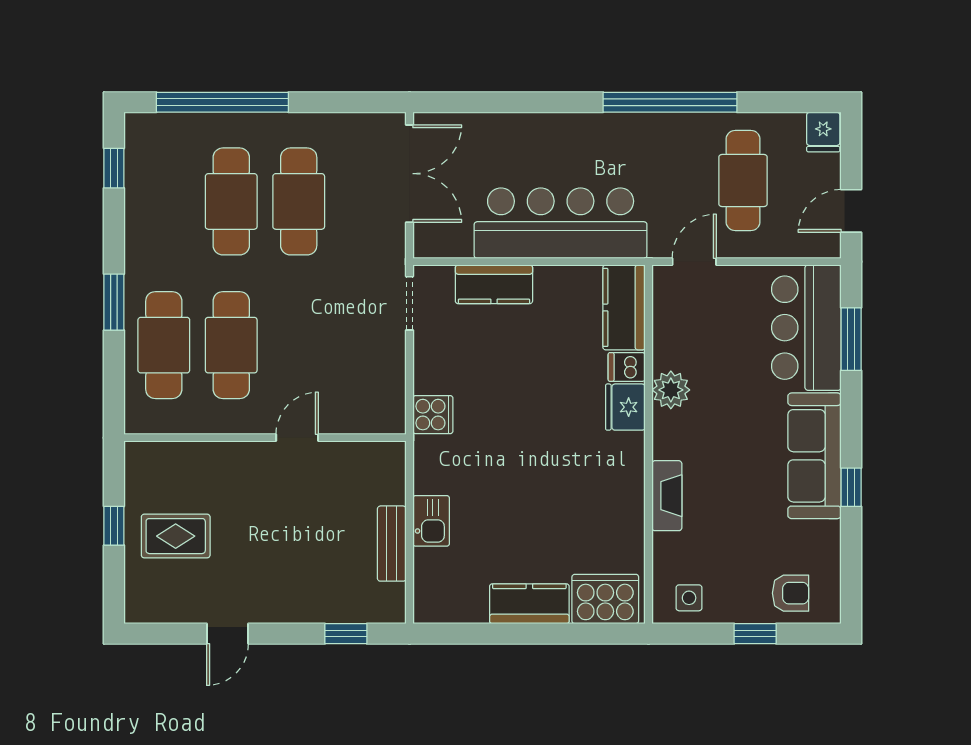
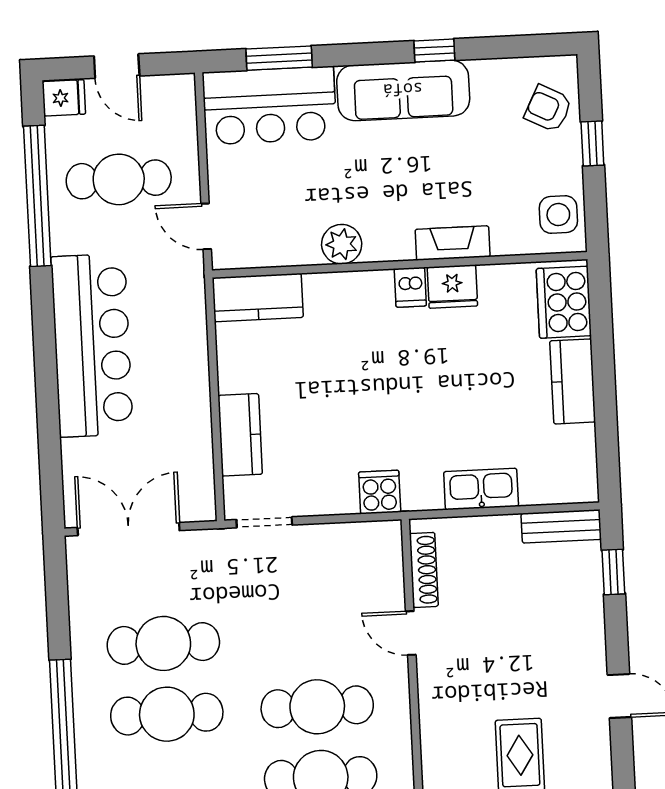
window: (670, 102) -> (37, 196), moved
door: (851, 211) -> (117, 66), moved
bar counter: (561, 223) -> (92, 345), moved, turned 180
dishwasher: (627, 367) -> (410, 287), moved
fridge: (625, 407) -> (452, 287), moved
shoe rack: (357, 453) -> (424, 570), added
kitchen sink: (431, 521) -> (481, 489), width x1.38
bench: (392, 544) -> (561, 526), moved
armchair: (791, 593) -> (548, 108), turned -63
side table: (689, 598) -> (558, 215), width x1.37, depth x1.37

